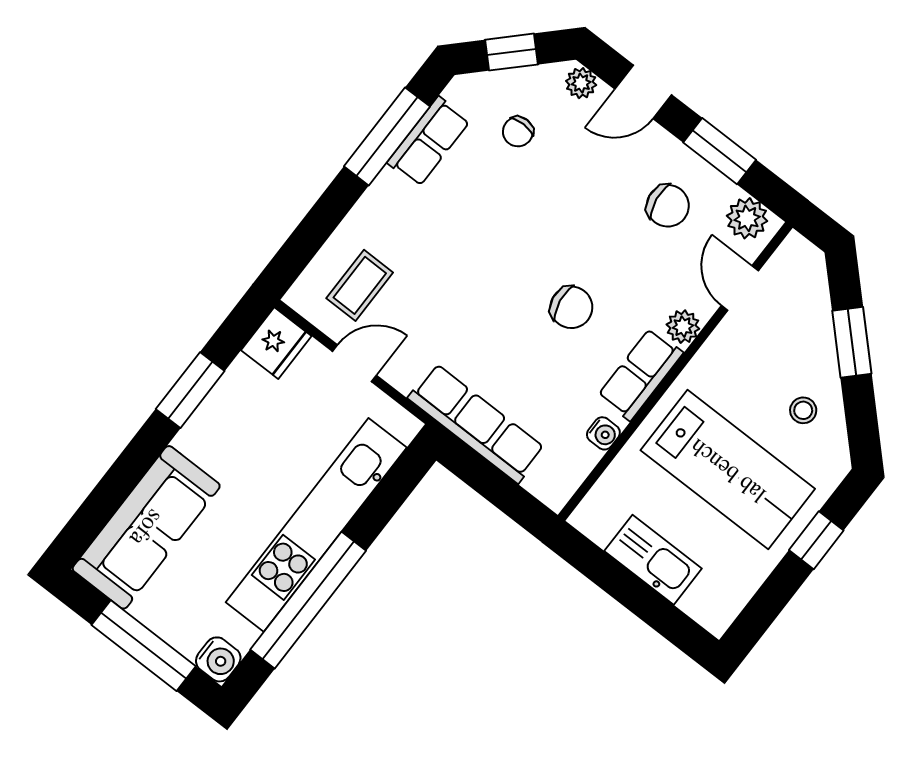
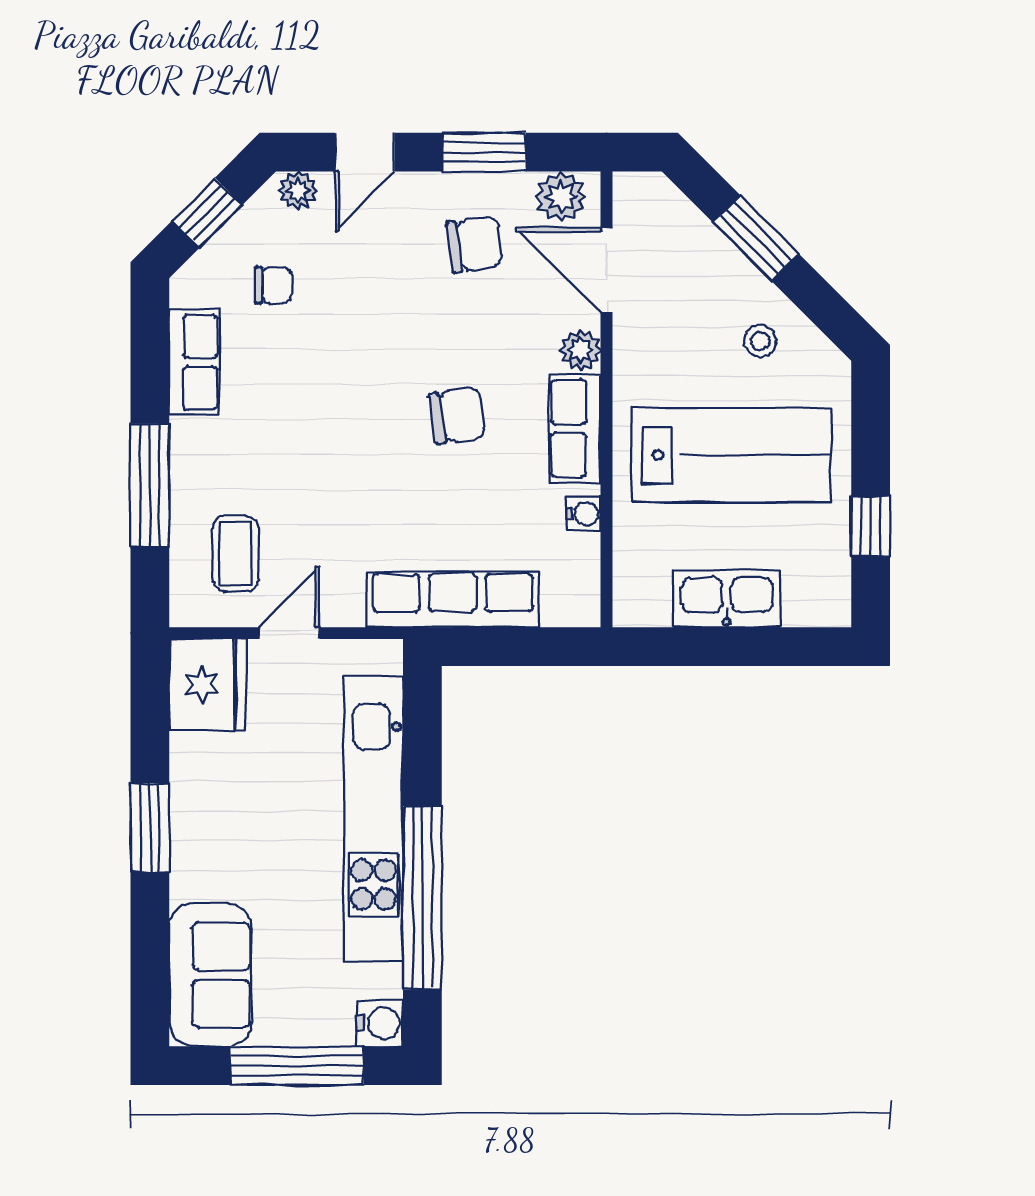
chair: (518, 132) -> (273, 285), turned -90
window: (387, 136) -> (150, 485), moved
door: (740, 288) -> (607, 270), width x1.37
fridge: (276, 343) -> (208, 684), width x1.36, depth x1.34
window: (190, 390) -> (150, 828), moved
sofa: (146, 527) -> (210, 975), width x0.73
window: (816, 540) -> (871, 527), moved

